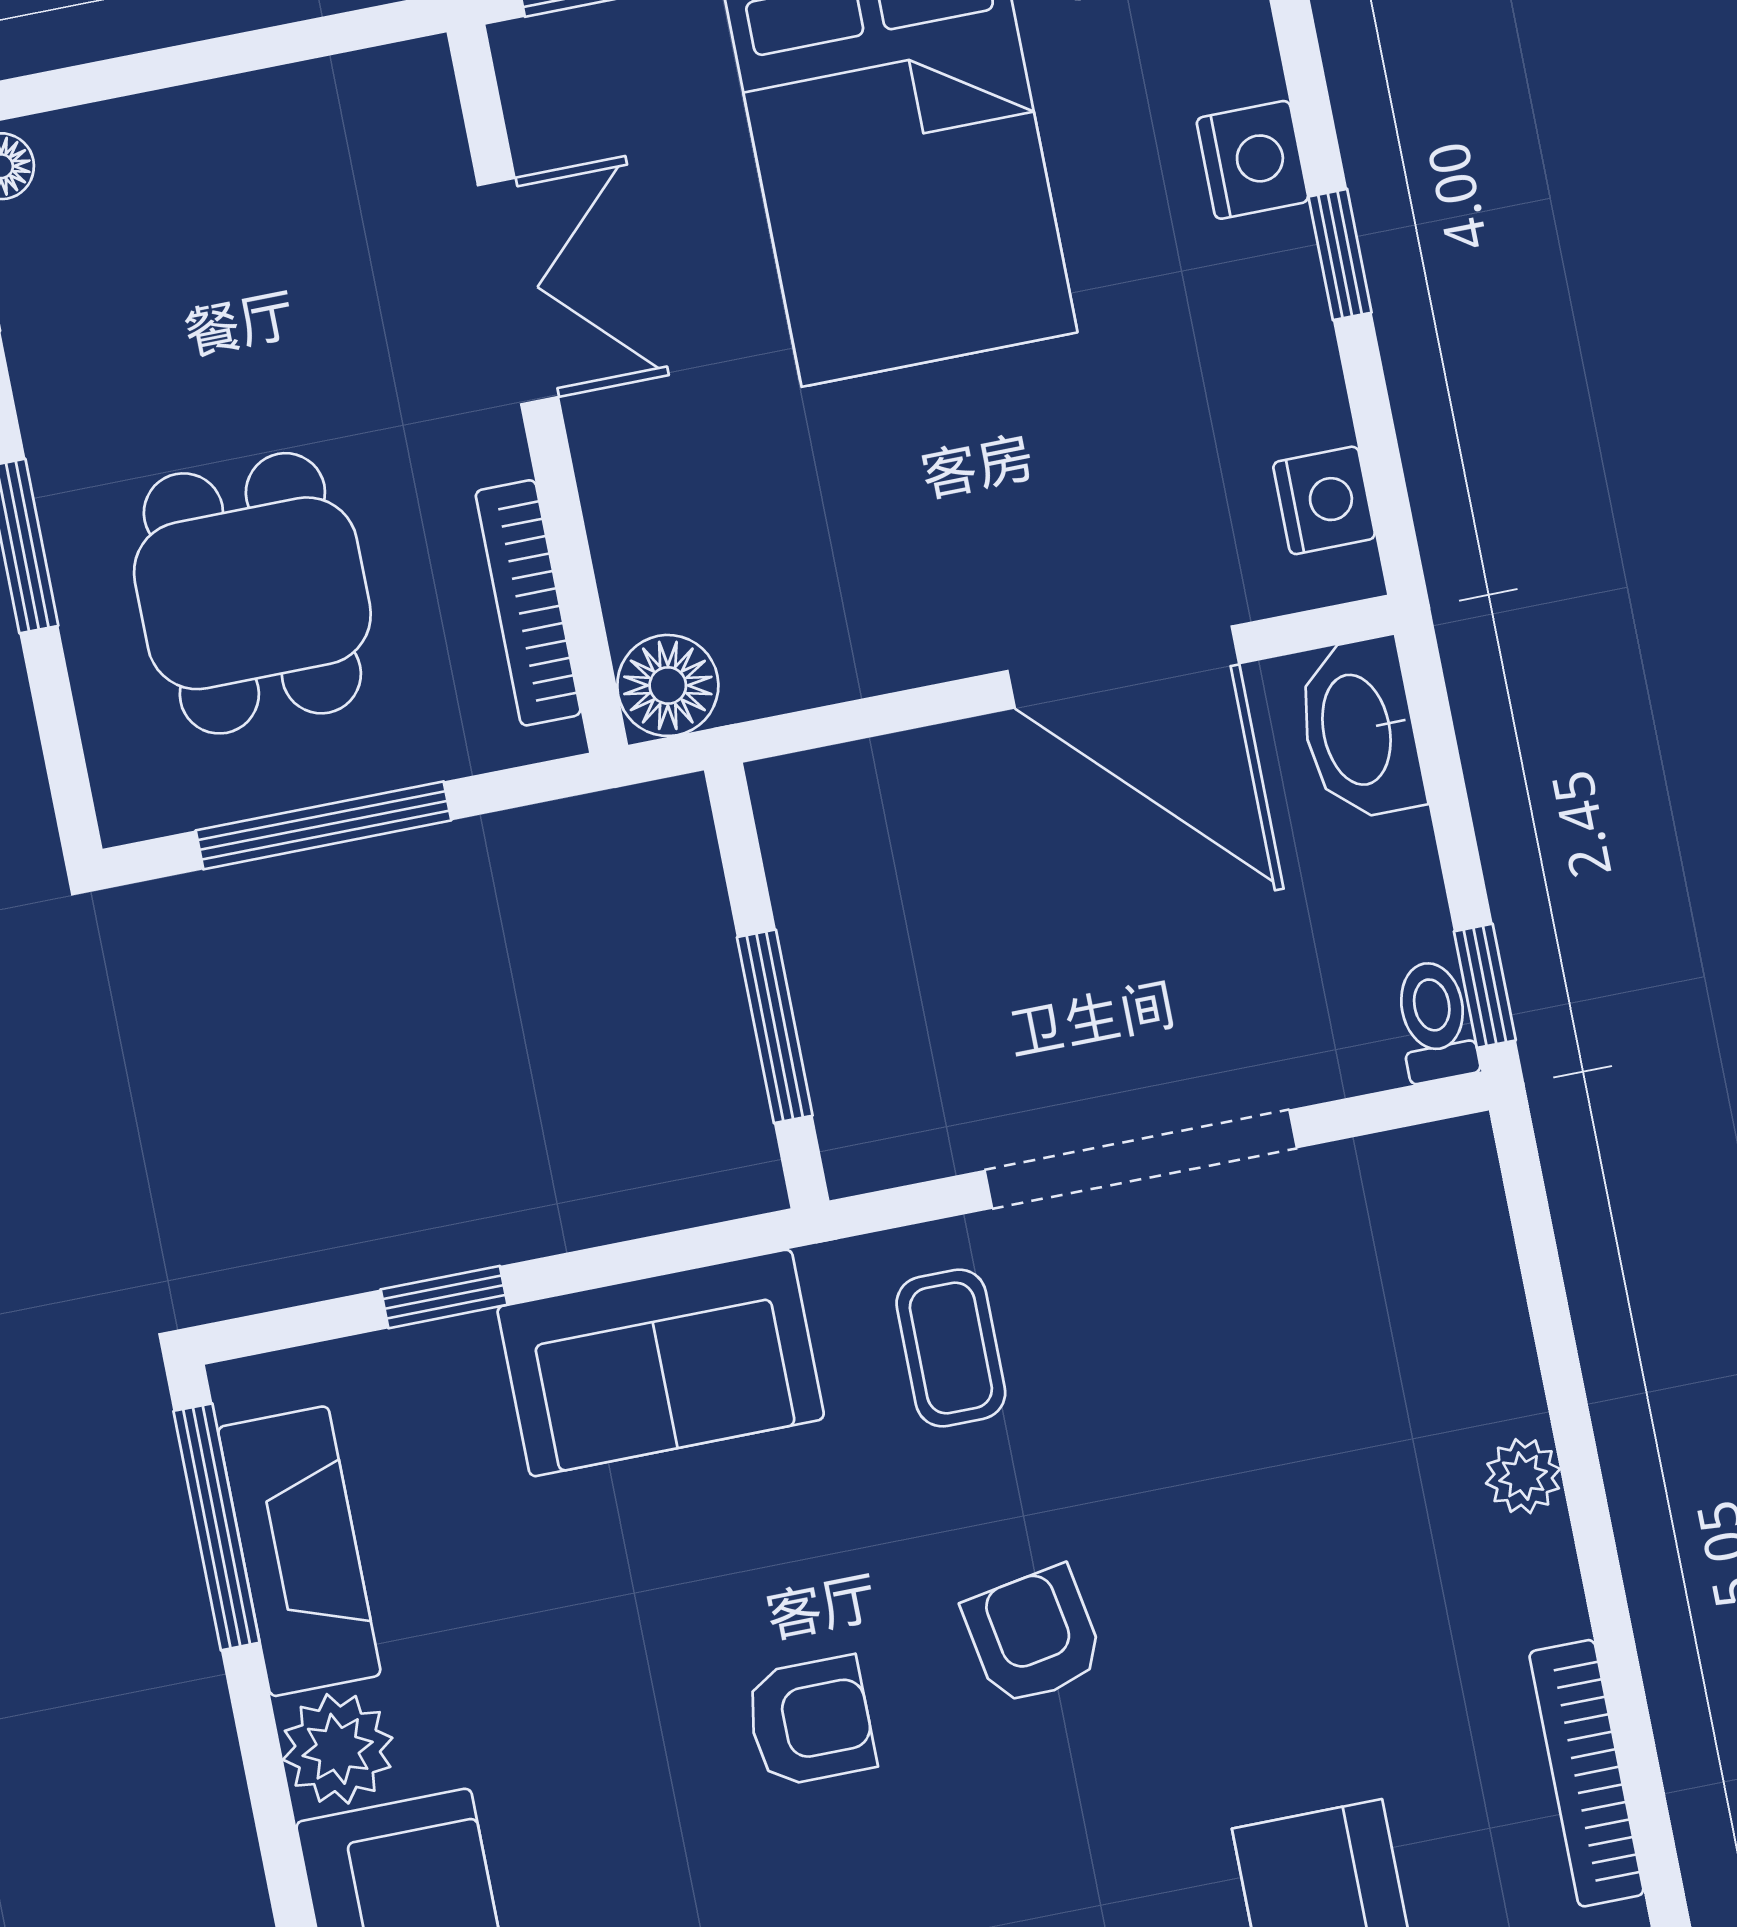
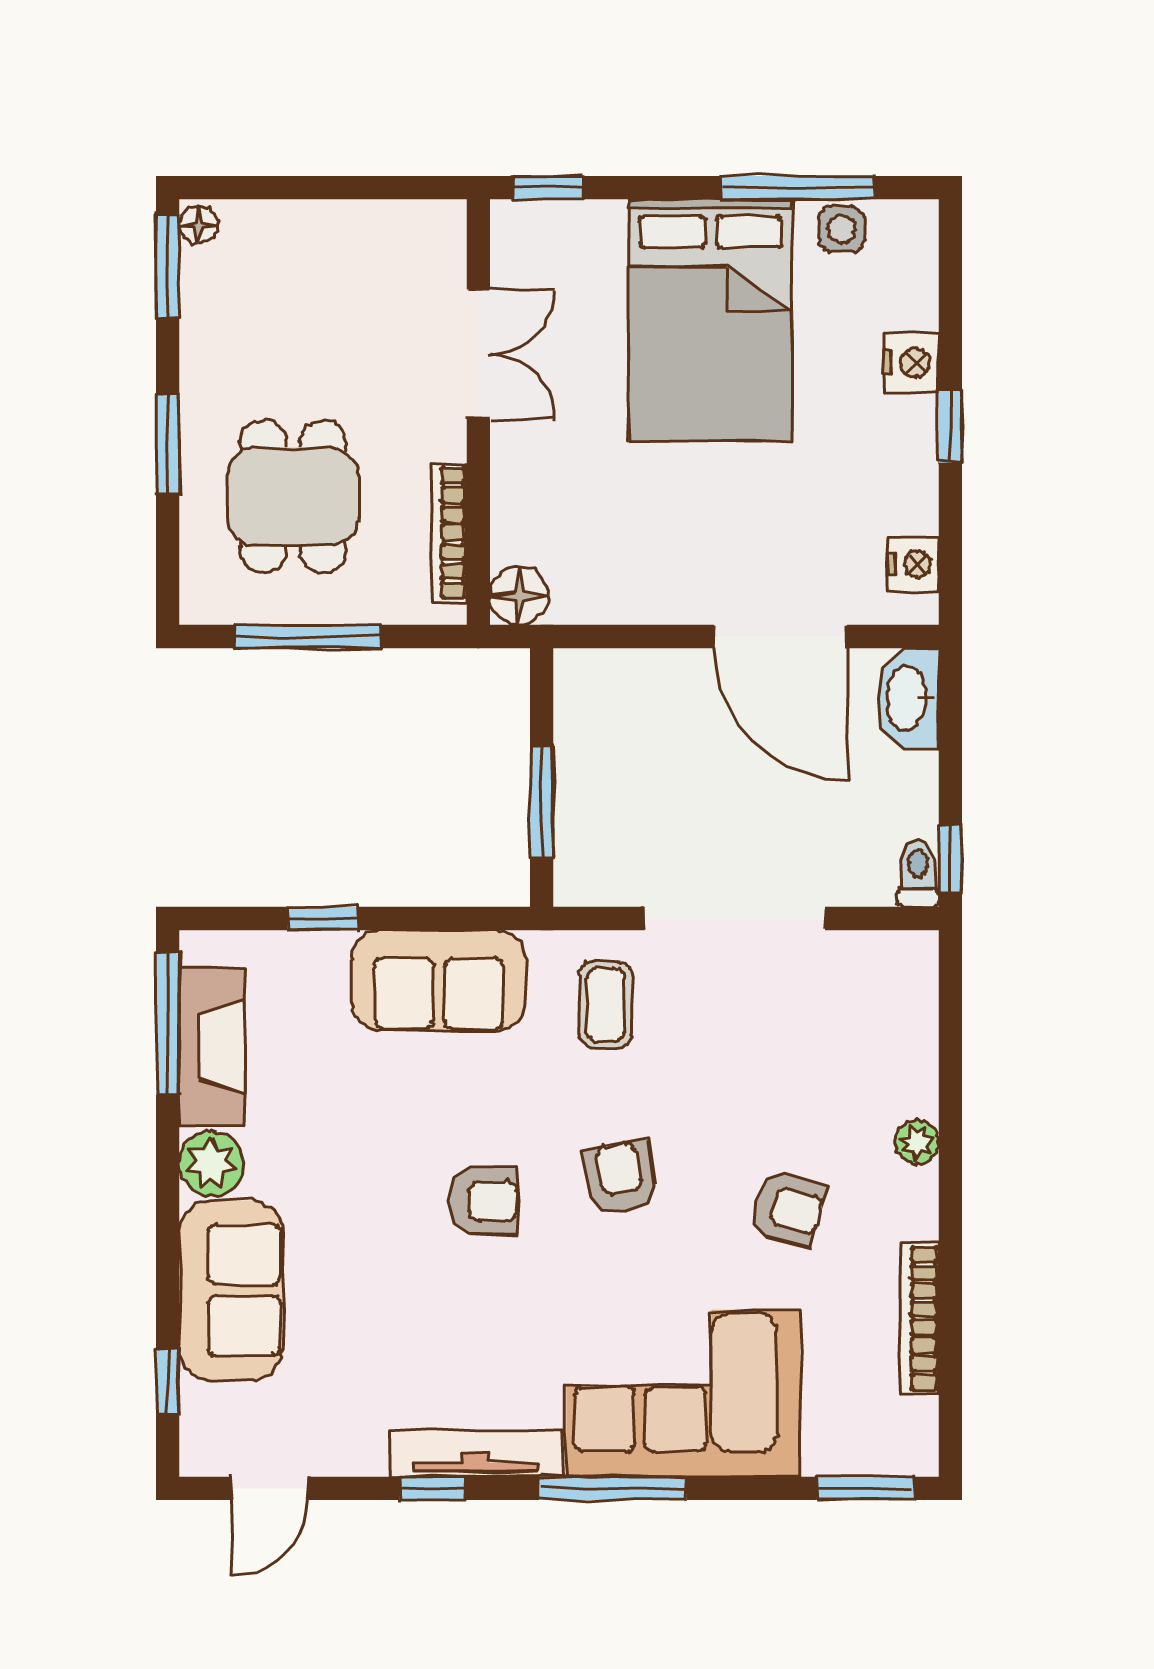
armchair: (1327, 1632) -> (788, 1209), added

